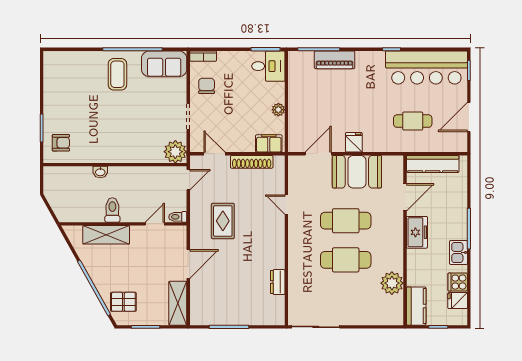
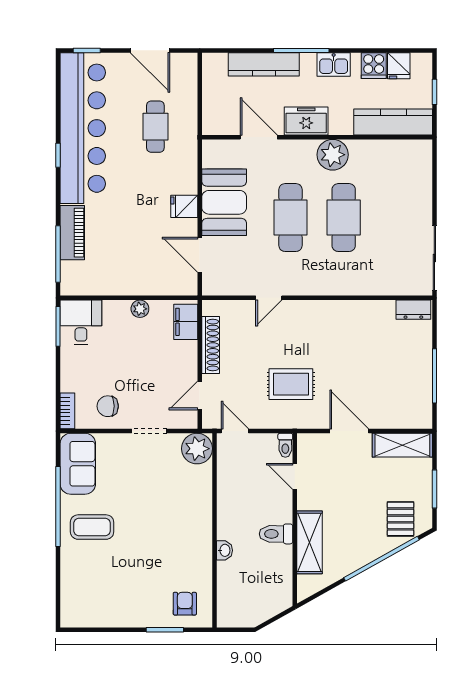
bar counter: (426, 67) -> (83, 128), width x1.36
kitchen counter: (433, 164) -> (264, 64), moved, turned 90
dresser: (278, 282) -> (413, 310), moved
plant: (392, 283) -> (333, 155), moved
kitchen counter: (416, 306) -> (393, 122), width x1.50

